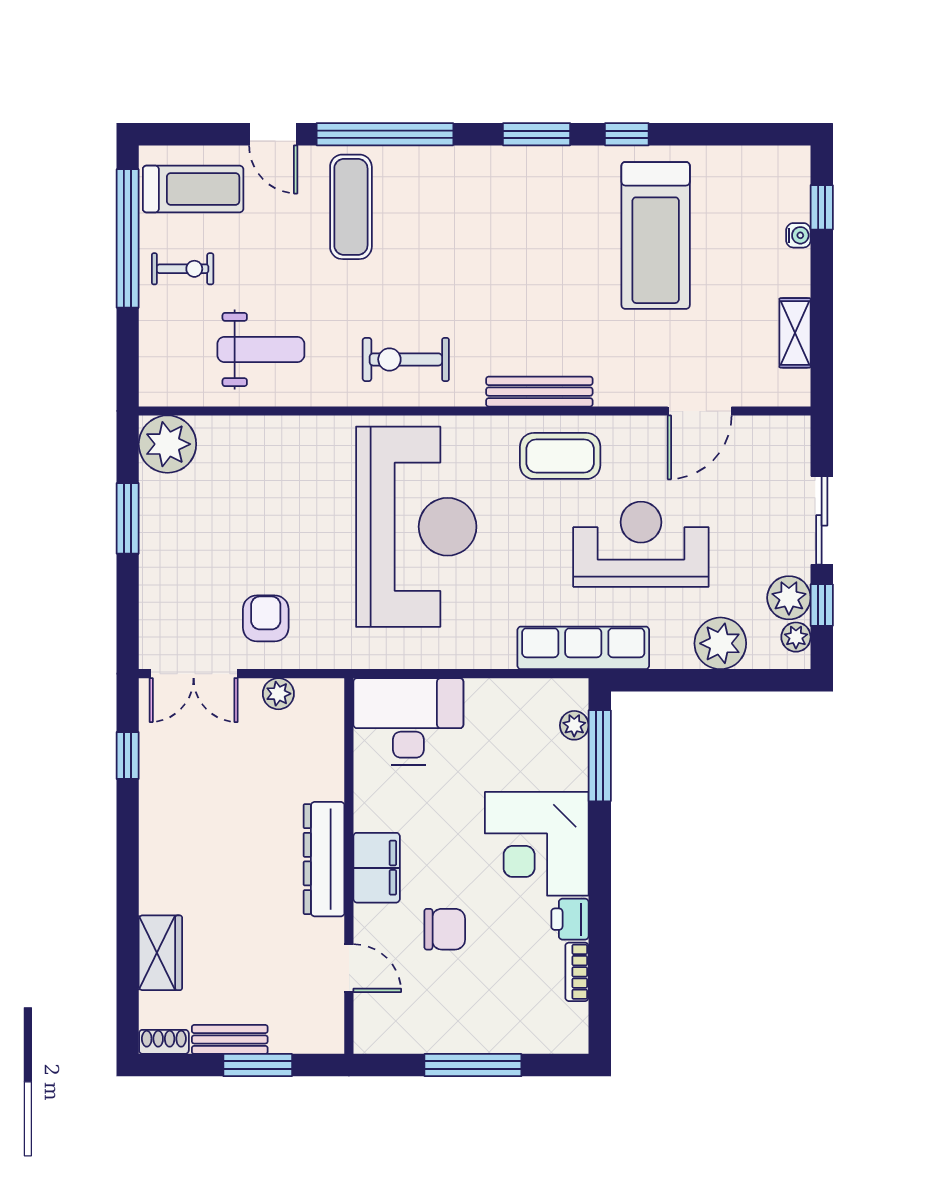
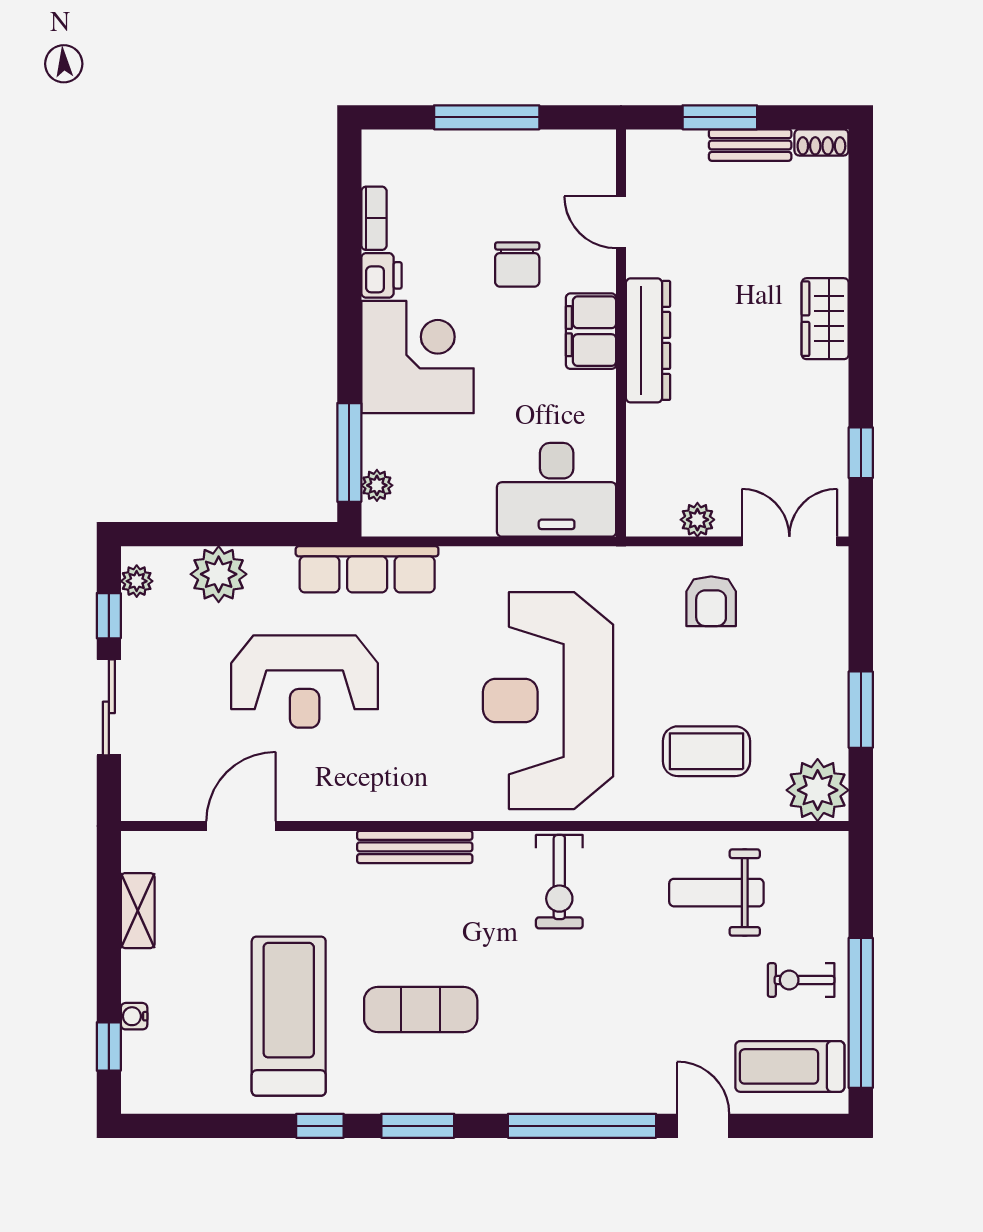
exercise mat: (351, 207) -> (421, 1009), moved, turned 90
exercise bike: (406, 359) -> (559, 882), turned 90
coffee table: (560, 456) -> (706, 751), moved
plant: (789, 598) -> (144, 624), removed
chair: (445, 929) -> (517, 265), turned -90
wardrobe: (160, 953) -> (825, 319), moved

